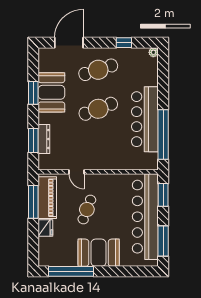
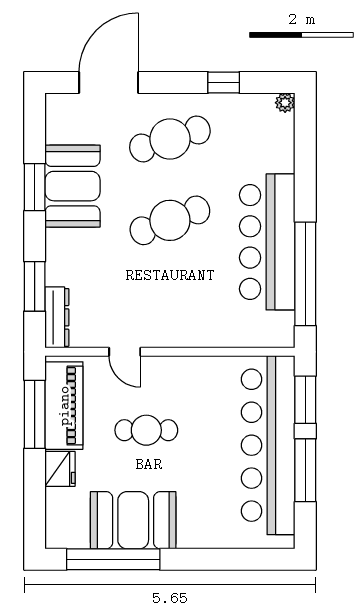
dresser: (44, 139) -> (57, 317), moved
cafe table: (87, 209) -> (146, 430), turned 69
window: (163, 241) -> (305, 470), moved
booth: (99, 253) -> (133, 520), moved

